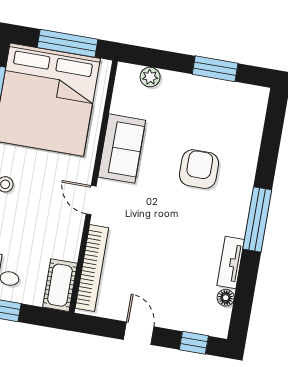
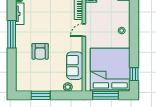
sofa: (122, 149) -> (75, 66), moved
door: (91, 200) -> (84, 30), swing flipped

